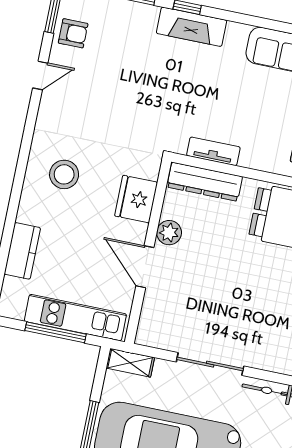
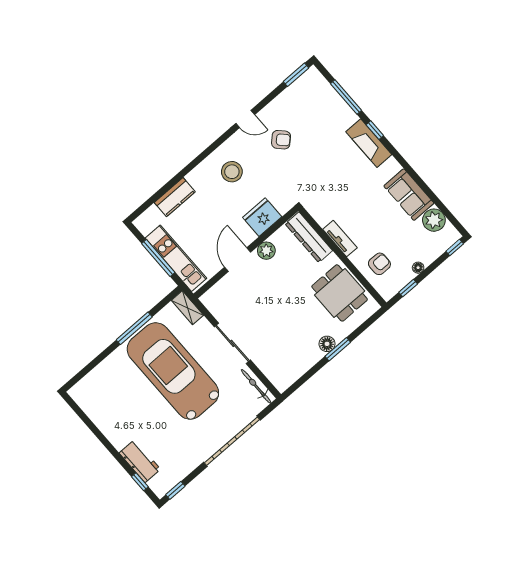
armchair: (73, 33) -> (281, 140), moved, turned -44
door: (40, 76) -> (245, 119), moved
tv unit: (213, 151) -> (340, 239), moved

